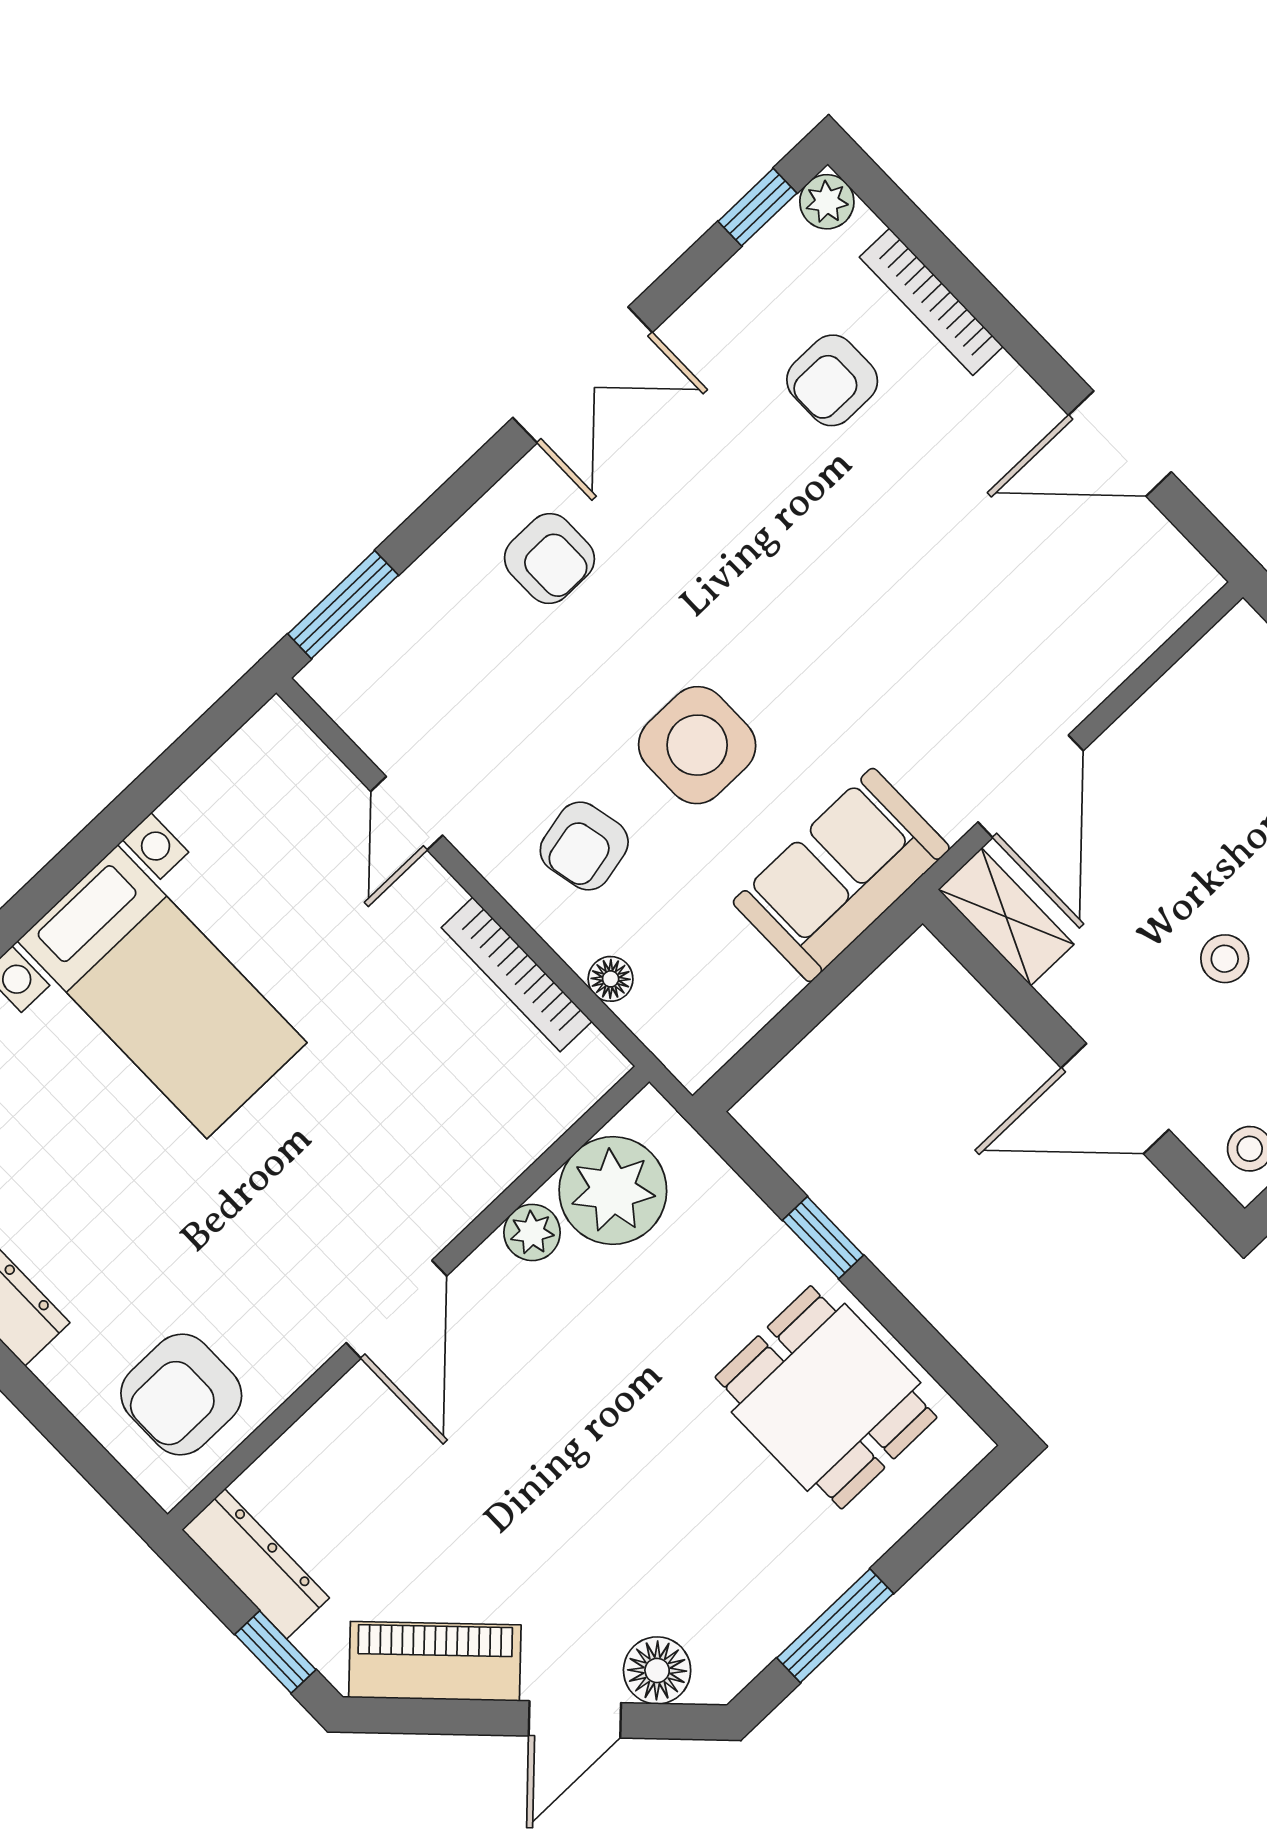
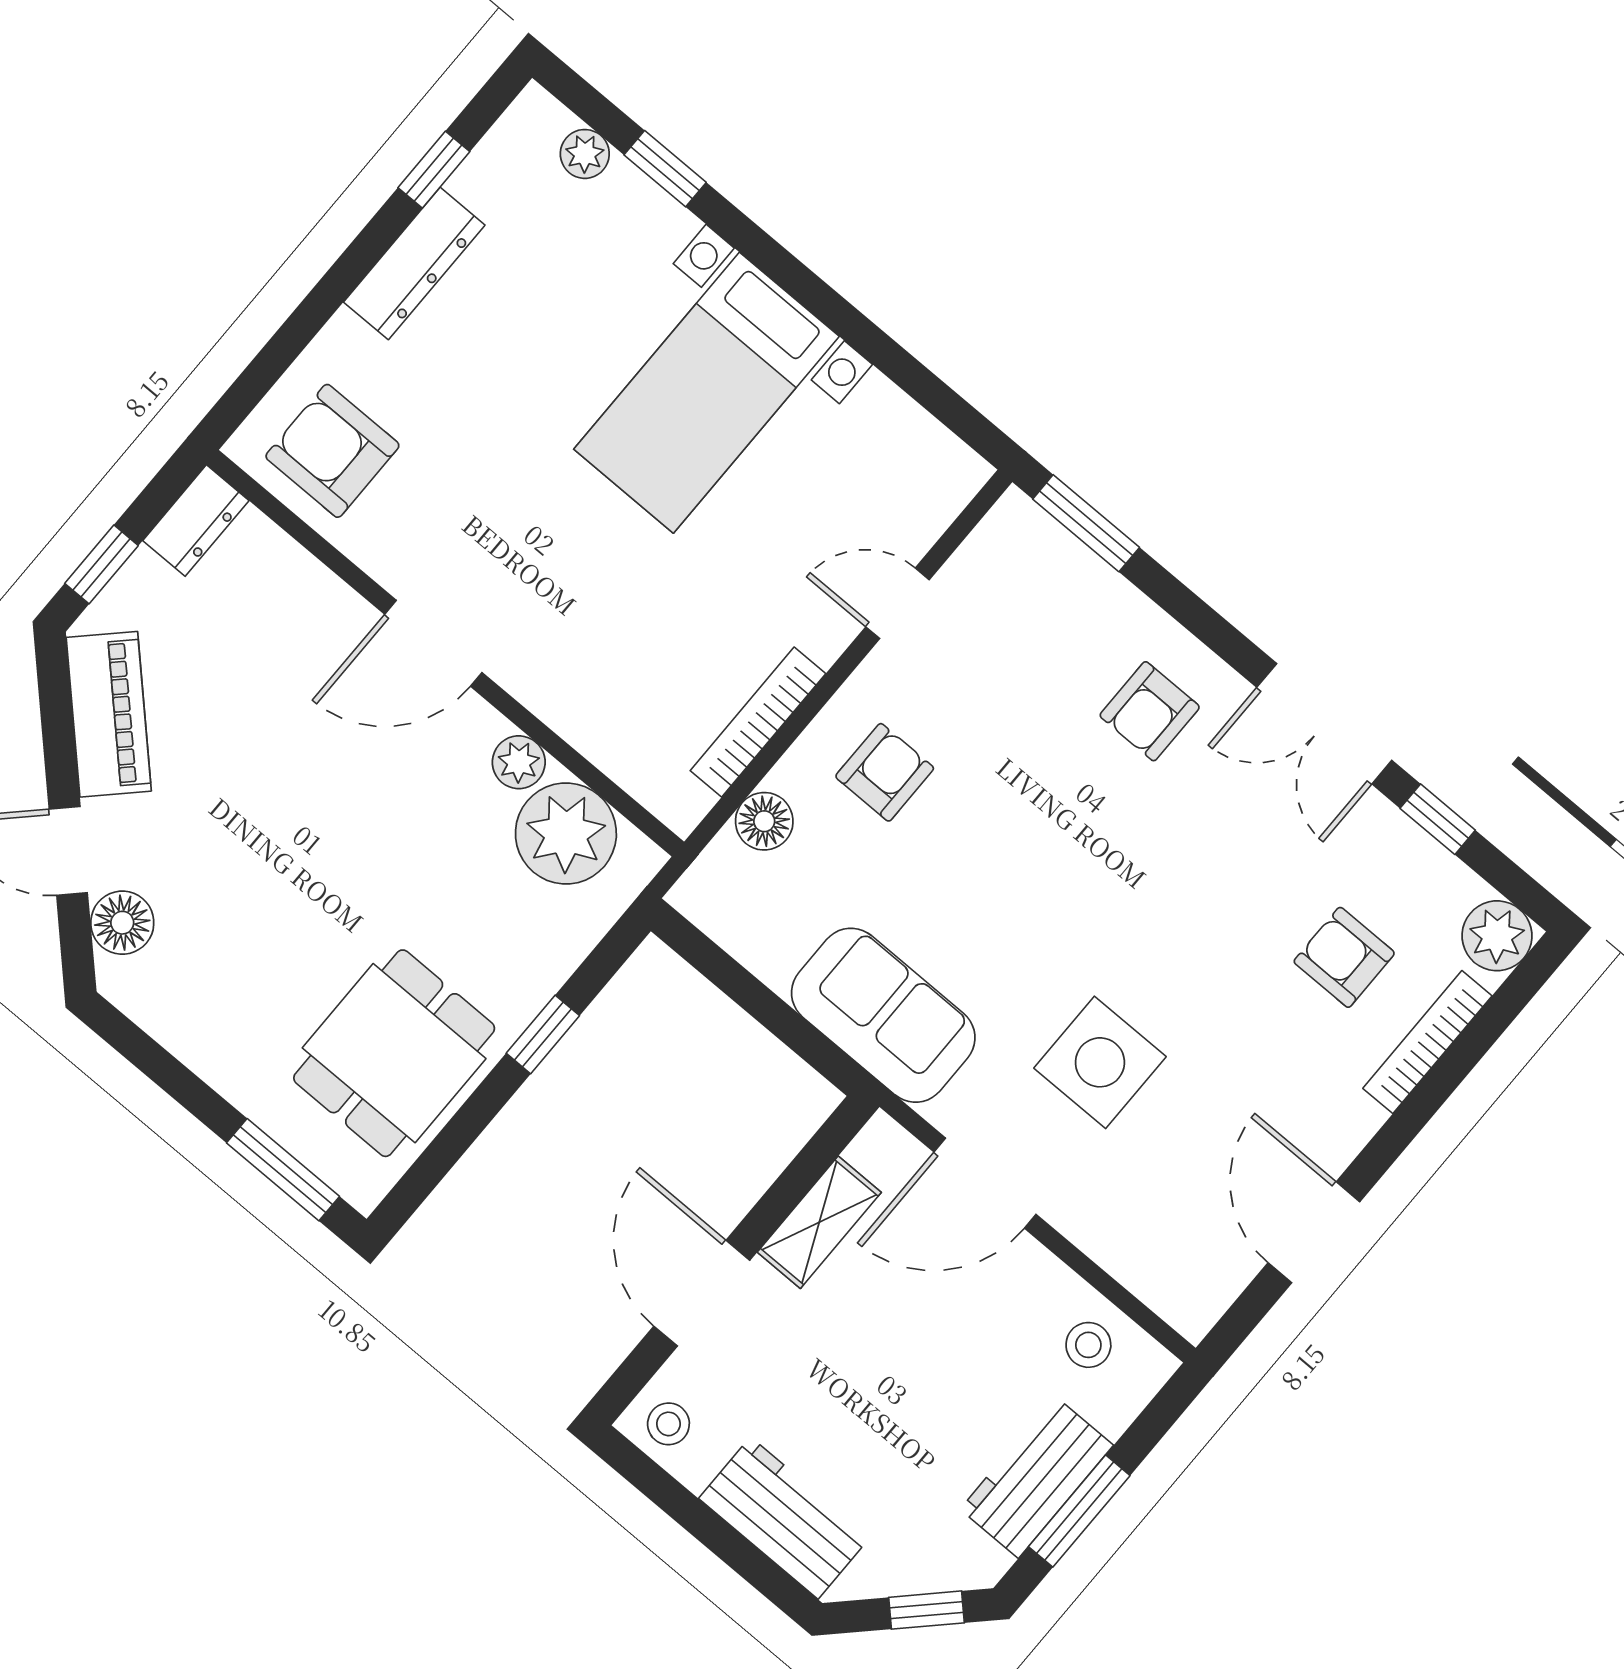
plant: (827, 202) -> (1497, 936), width x1.38, depth x1.38
window: (757, 207) -> (1438, 819), moved
side table: (697, 745) -> (1100, 1062), moved
armchair: (584, 846) -> (885, 772), turned 102
shelving: (1006, 917) -> (819, 1222), moved
stool: (1225, 959) -> (1088, 1345), moved
floor lamp: (611, 979) -> (764, 821), width x1.37, depth x1.37
dresser: (256, 1564) -> (196, 521), width x0.70
window: (835, 1626) -> (283, 1170), moved

